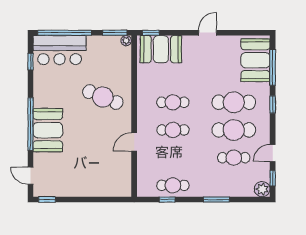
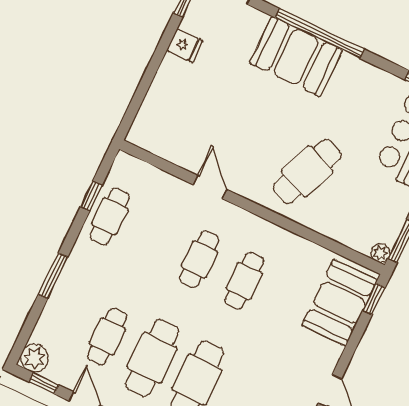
fridge: (69, 189) -> (185, 46), added

